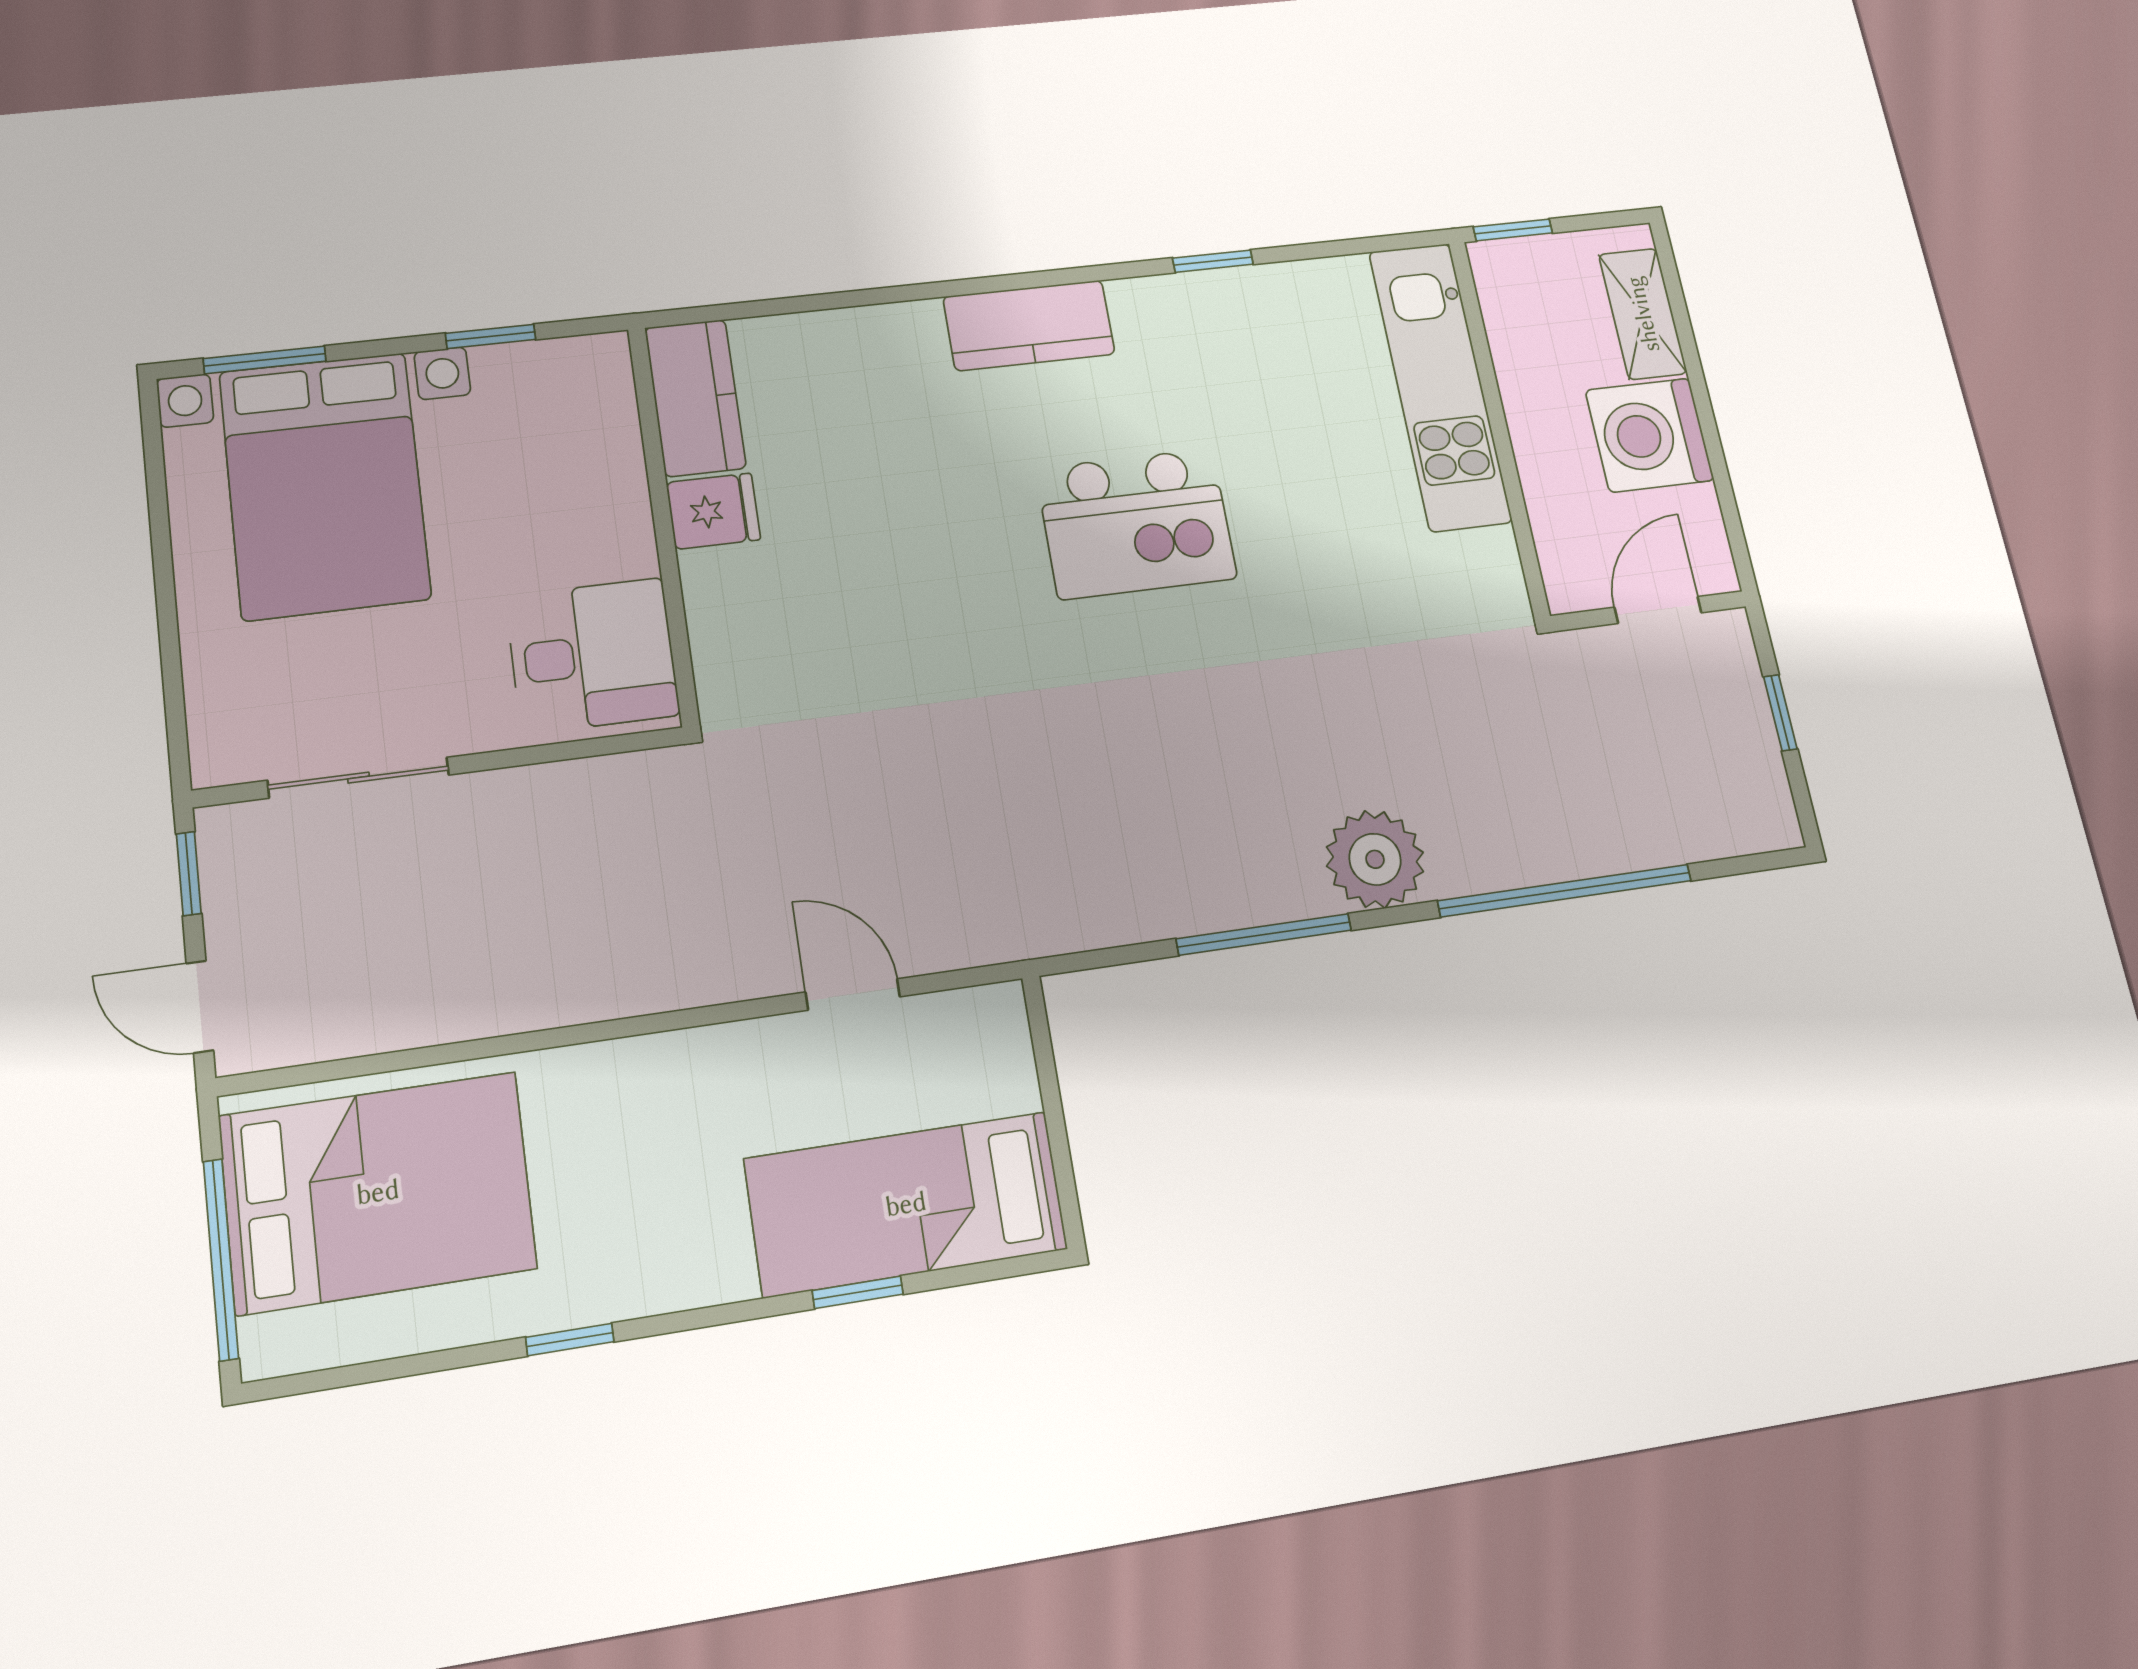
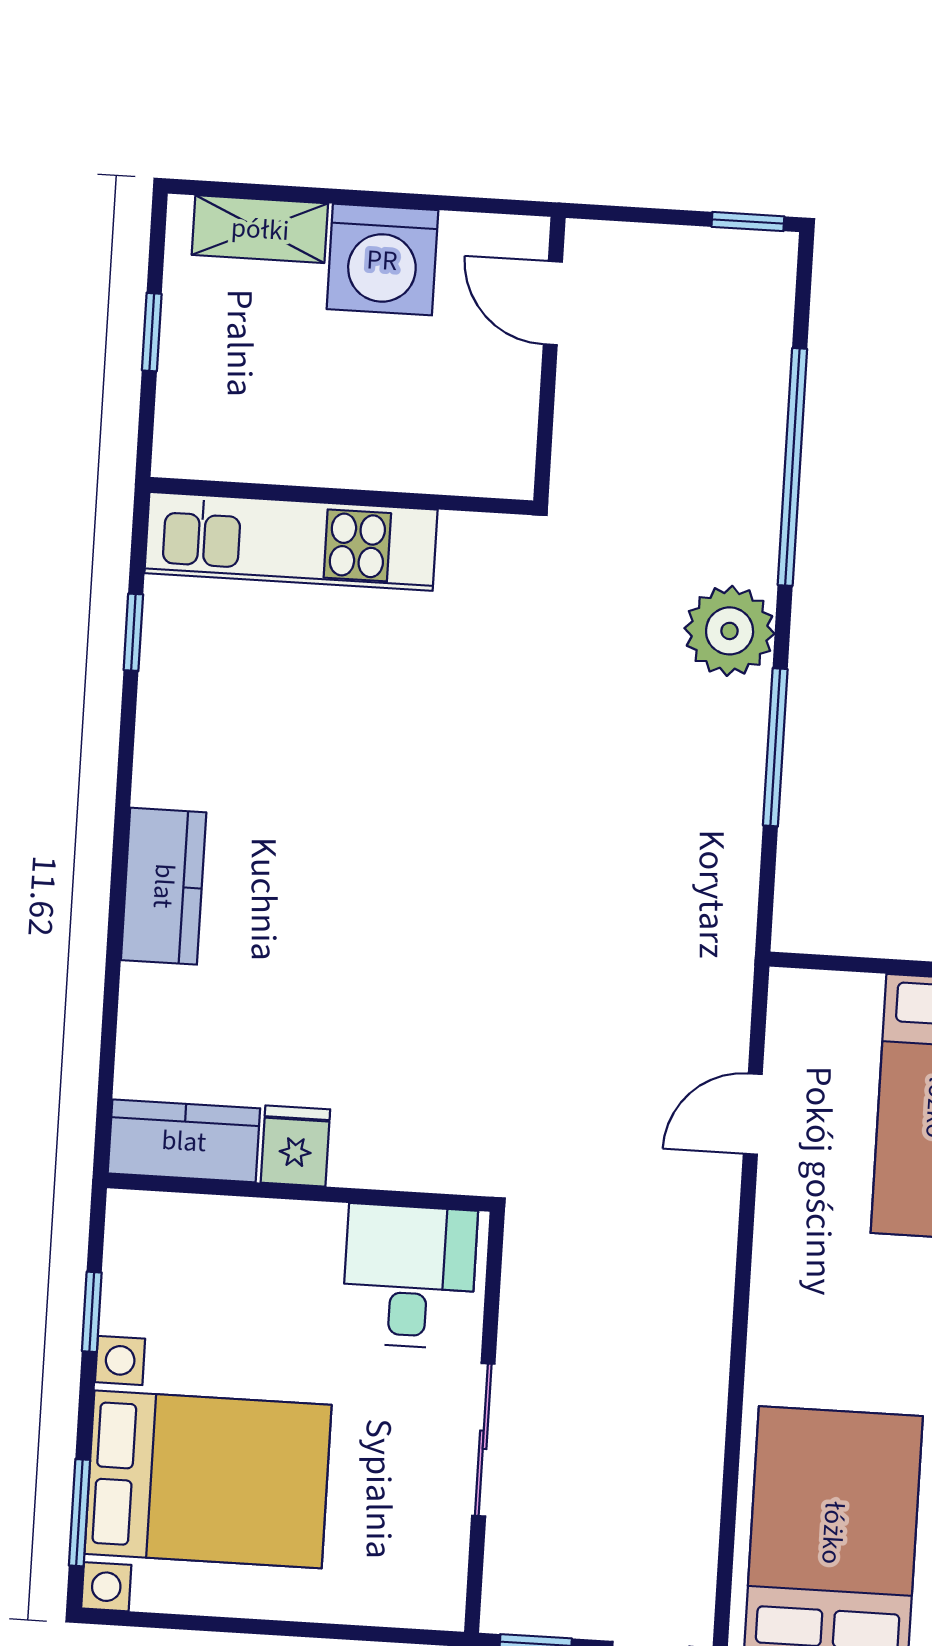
kitchen counter: (1029, 325) -> (164, 886), moved
kitchen unit: (1440, 386) -> (291, 541), moved
wall: (1499, 426) -> (341, 496), moved
kitchen island: (1136, 524) -> (378, 768), removed
window: (1780, 713) -> (748, 222), moved
sliding door: (358, 778) -> (483, 1440), moved

